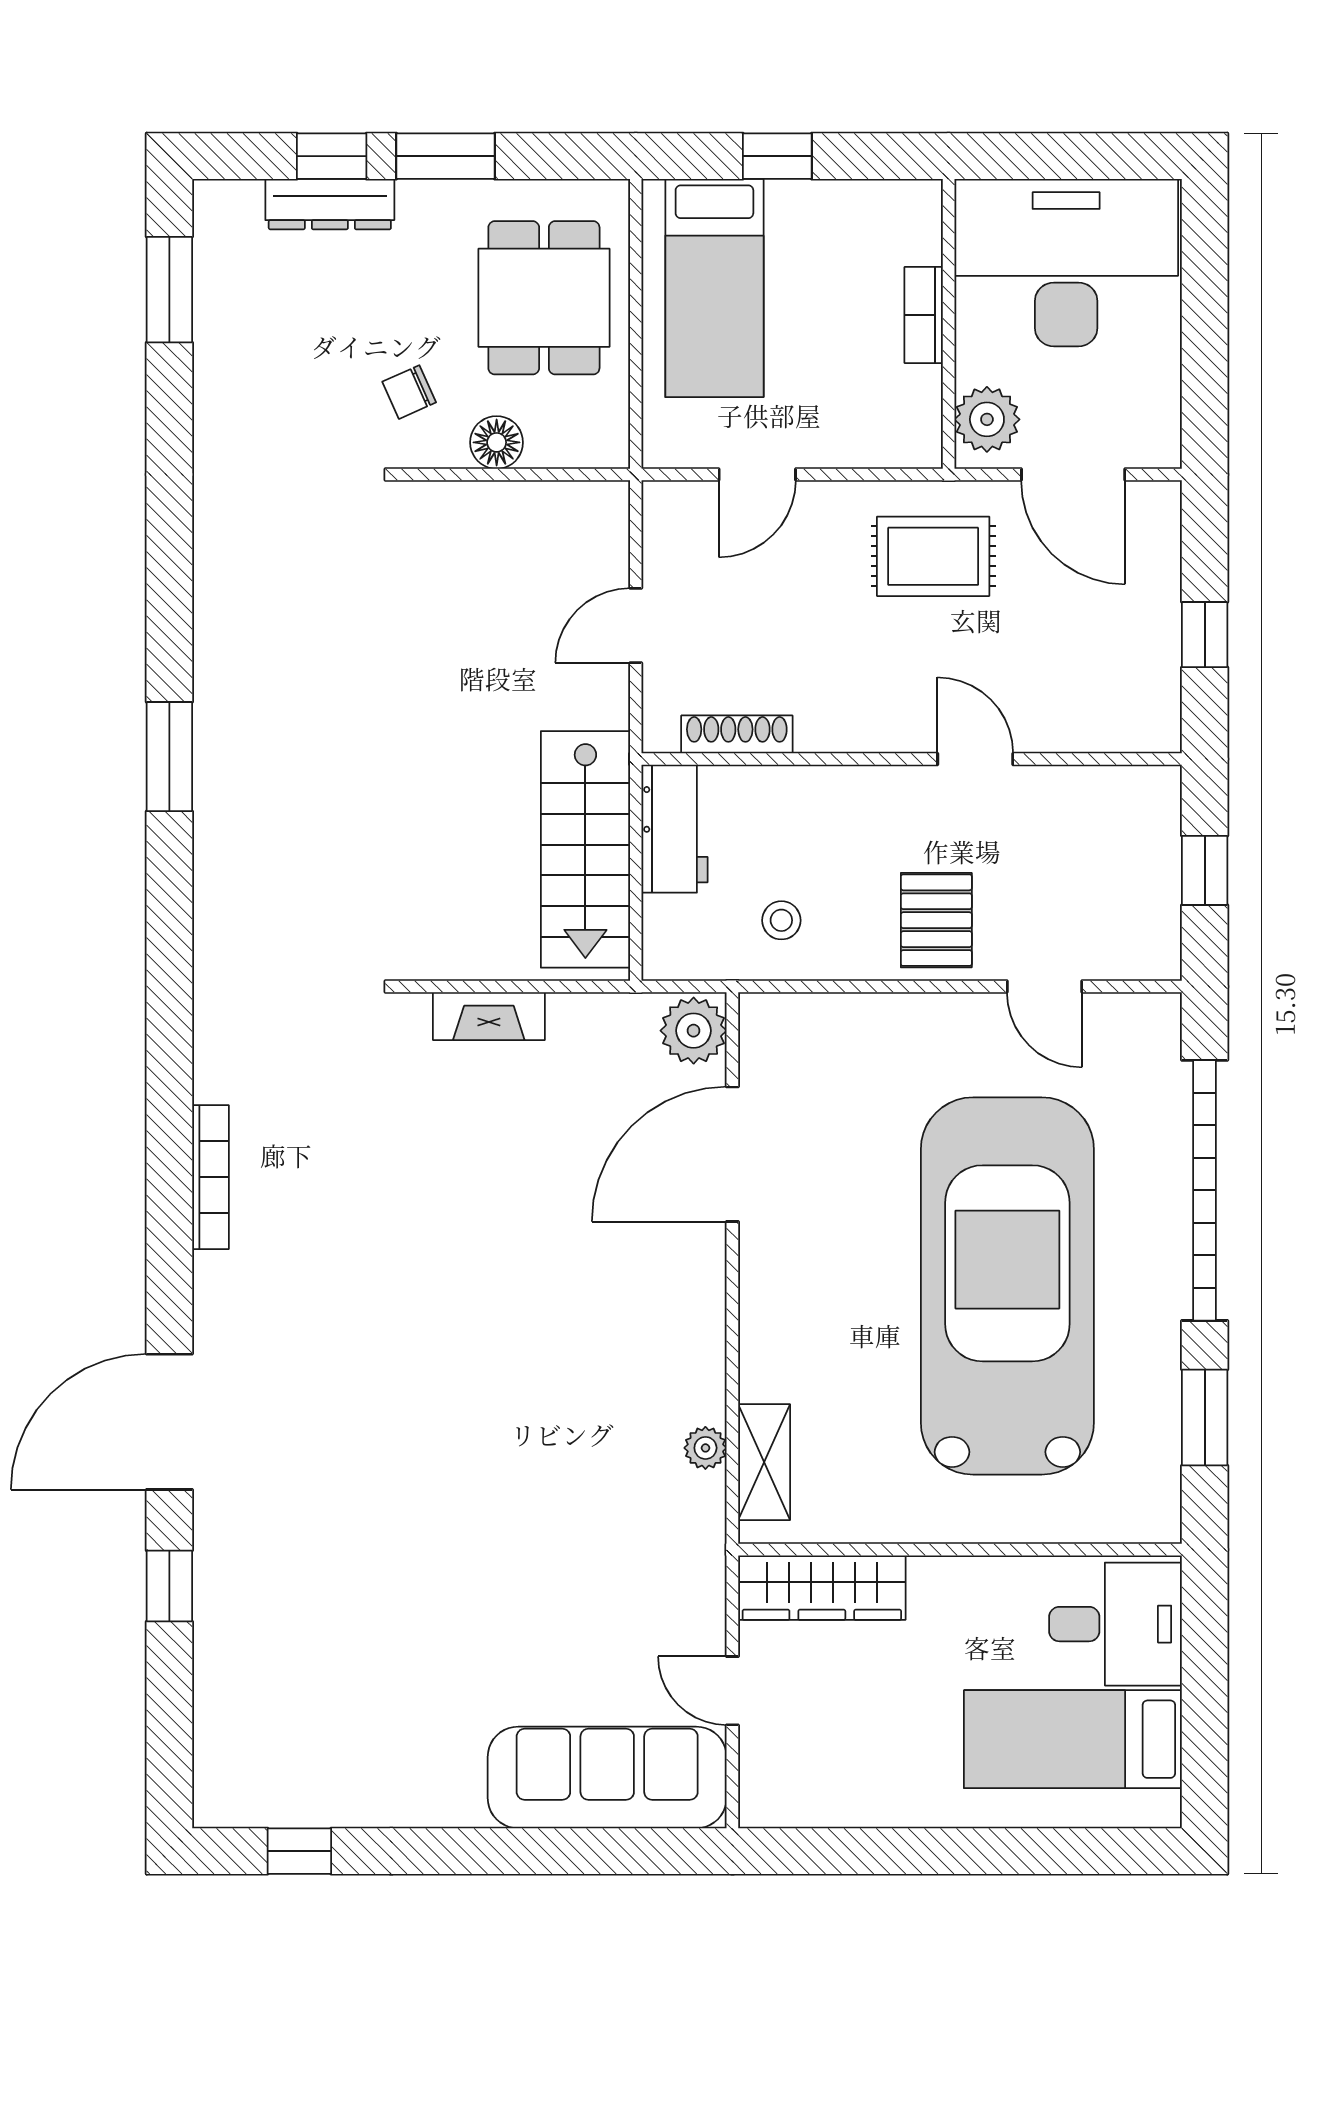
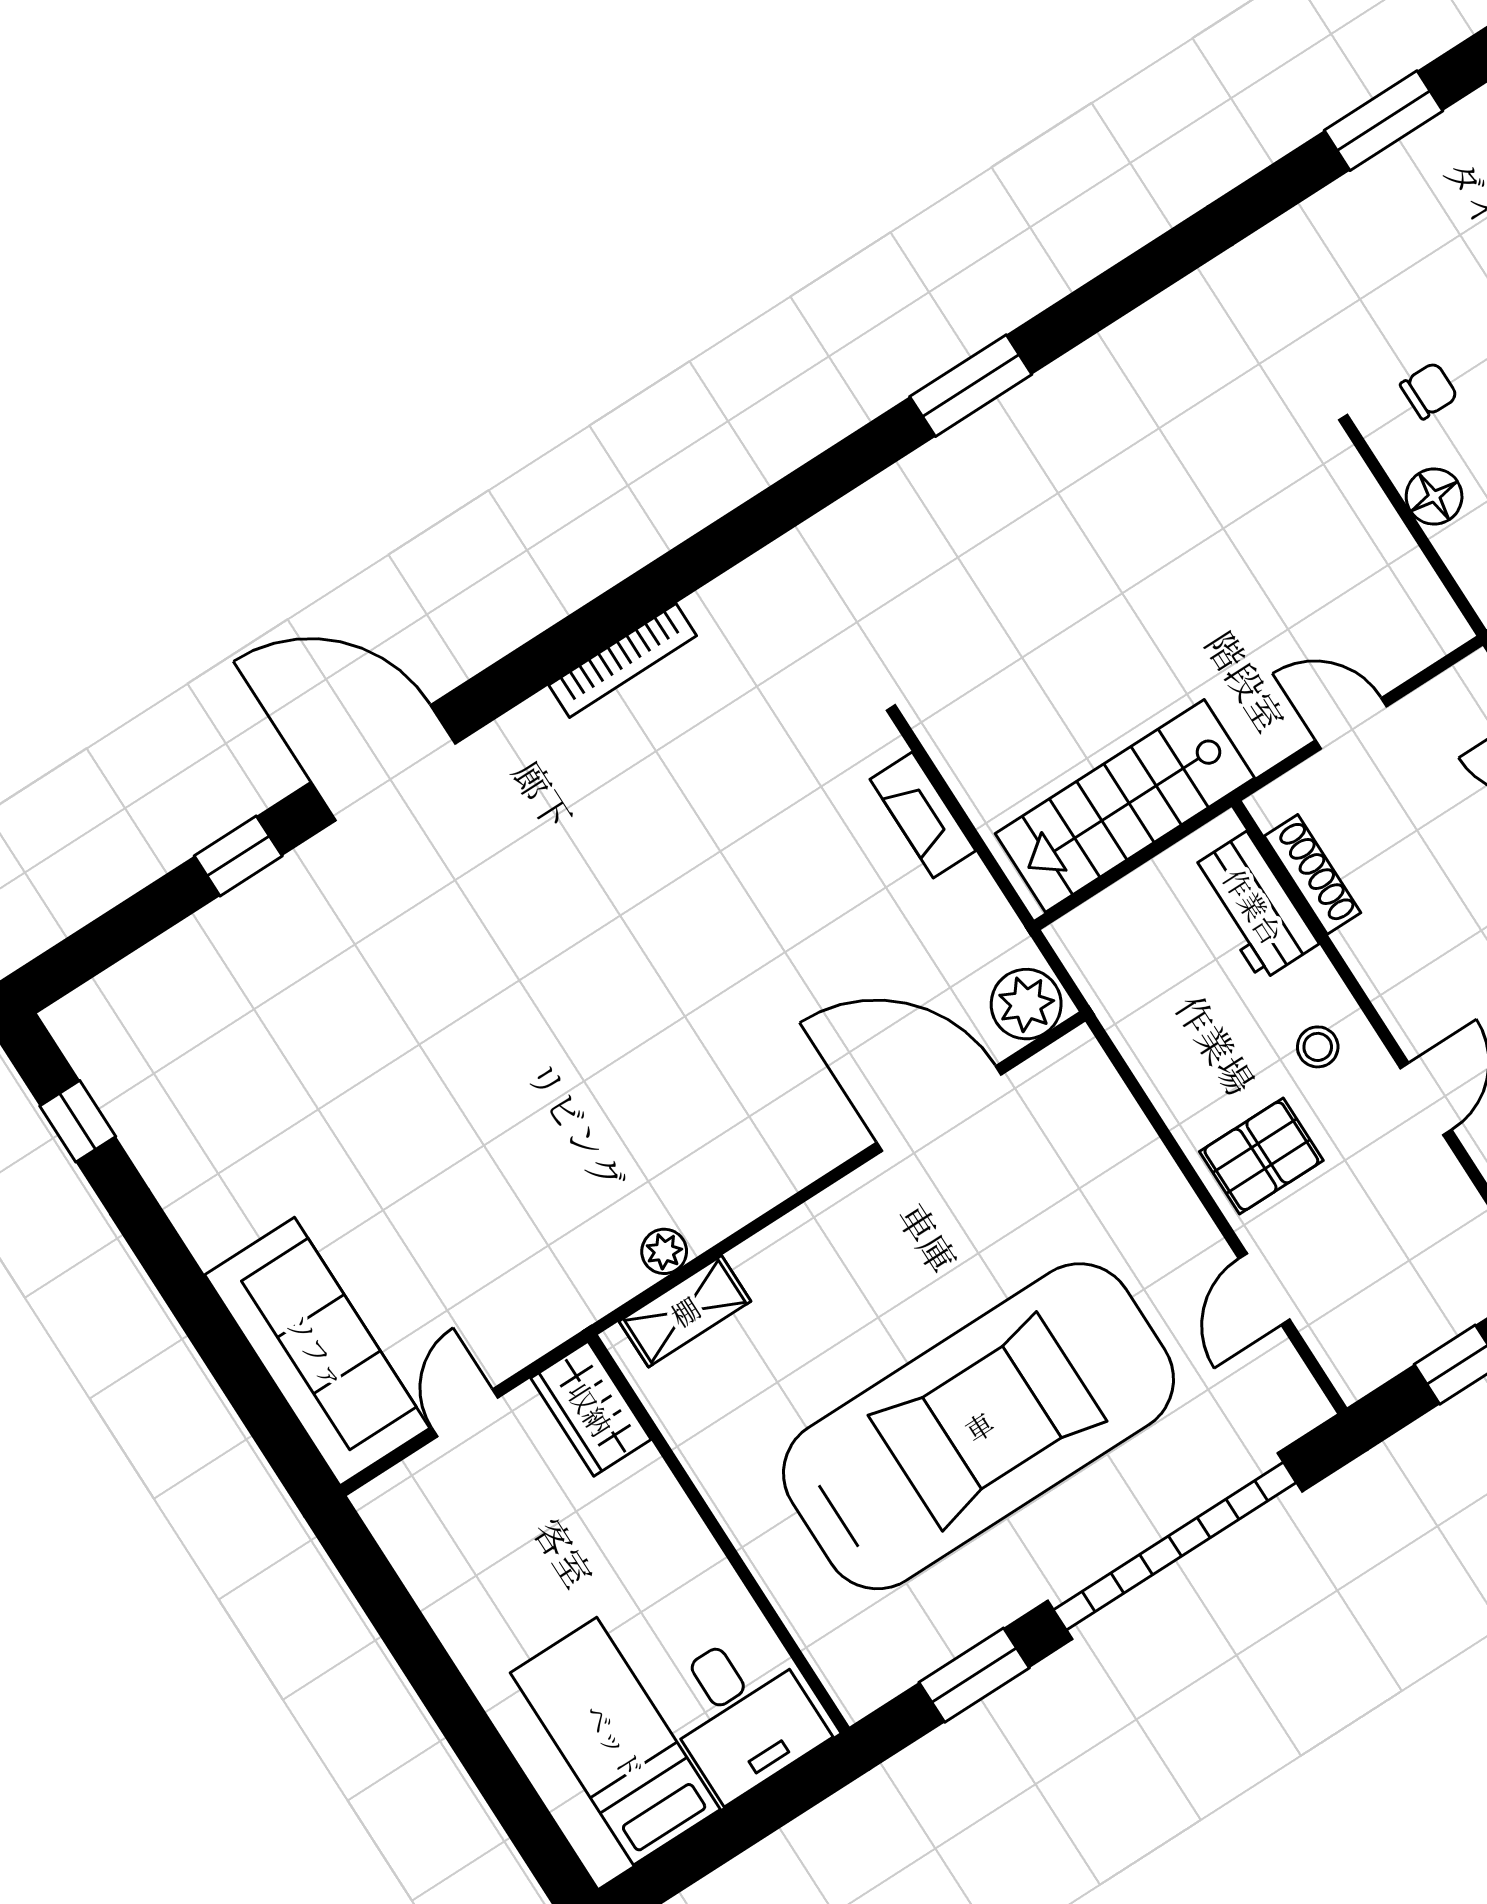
chair: (409, 392) -> (1429, 391), turned 114
workbench: (675, 829) -> (1254, 906), moved, turned 90
stool: (781, 920) -> (1318, 1047), moved
wardrobe: (822, 1588) -> (591, 1409), width x0.67

